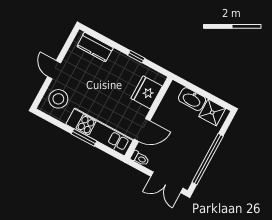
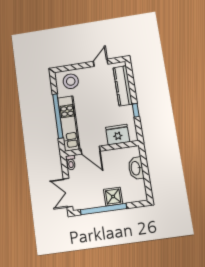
kitchen counter: (95, 47) -> (123, 86), width x1.50
door: (54, 70) -> (101, 63), moved
shower: (212, 112) -> (113, 197), moved
window: (84, 137) -> (58, 116), width x2.11

